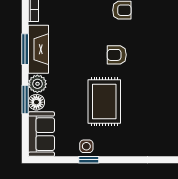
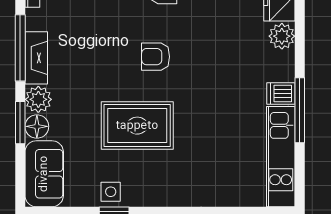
window: (25, 49) -> (20, 48), width x1.44
fireplace: (38, 49) -> (36, 58), width x0.73, depth x0.76
rug: (104, 101) -> (137, 126), turned 90

